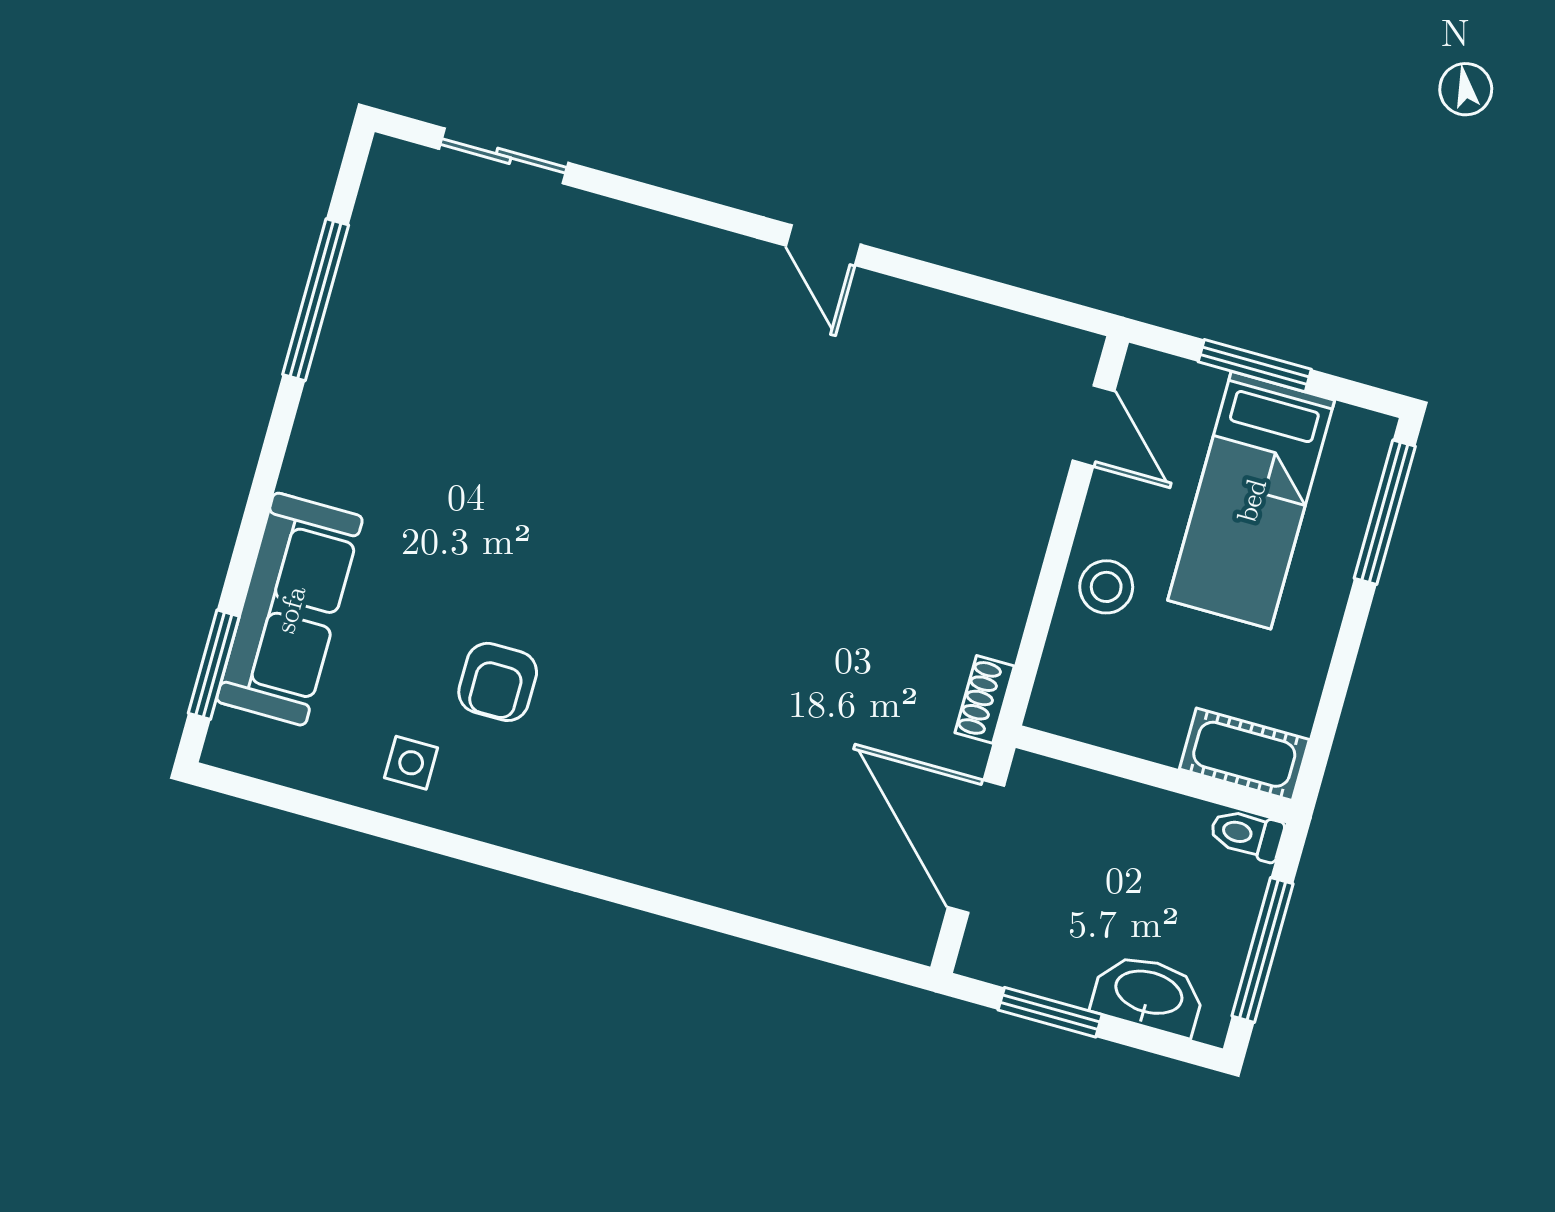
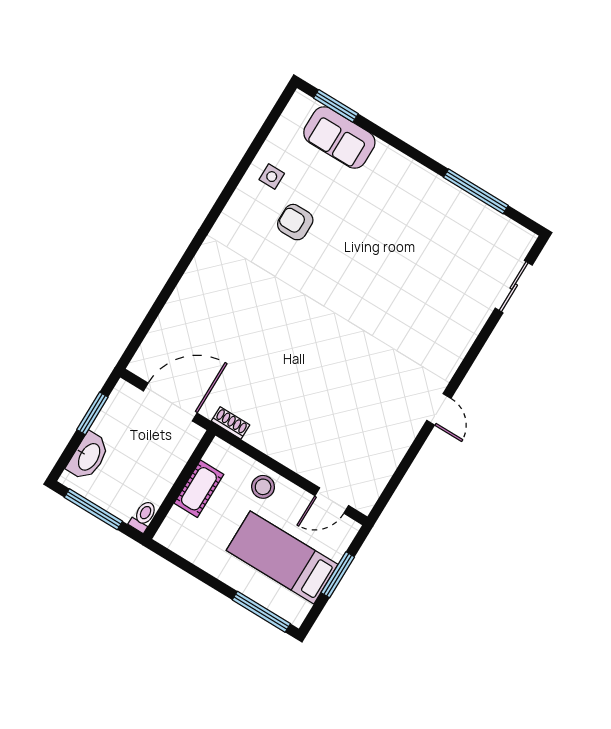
door: (823, 245) -> (439, 409), swing flipped
sofa: (290, 609) -> (339, 137), width x0.73
cot: (1244, 754) -> (199, 489), moved

